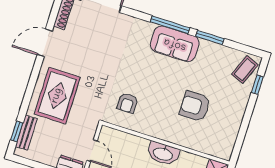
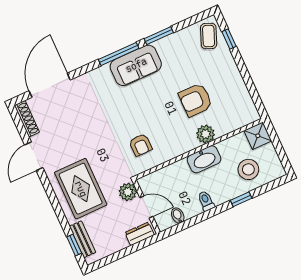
plant: (88, 128) -> (128, 192), added
plant: (180, 137) -> (206, 134), added

